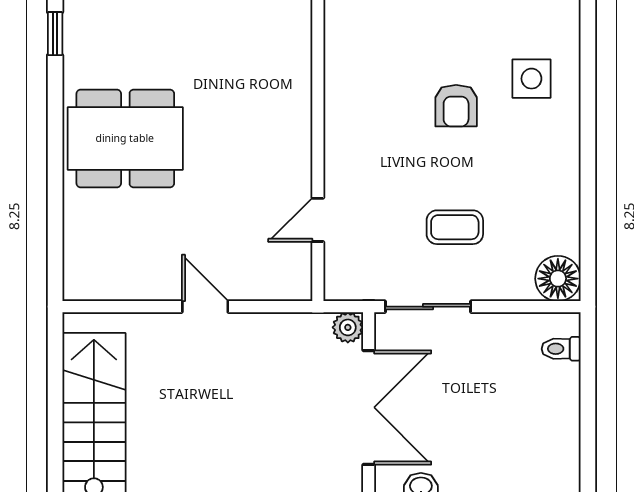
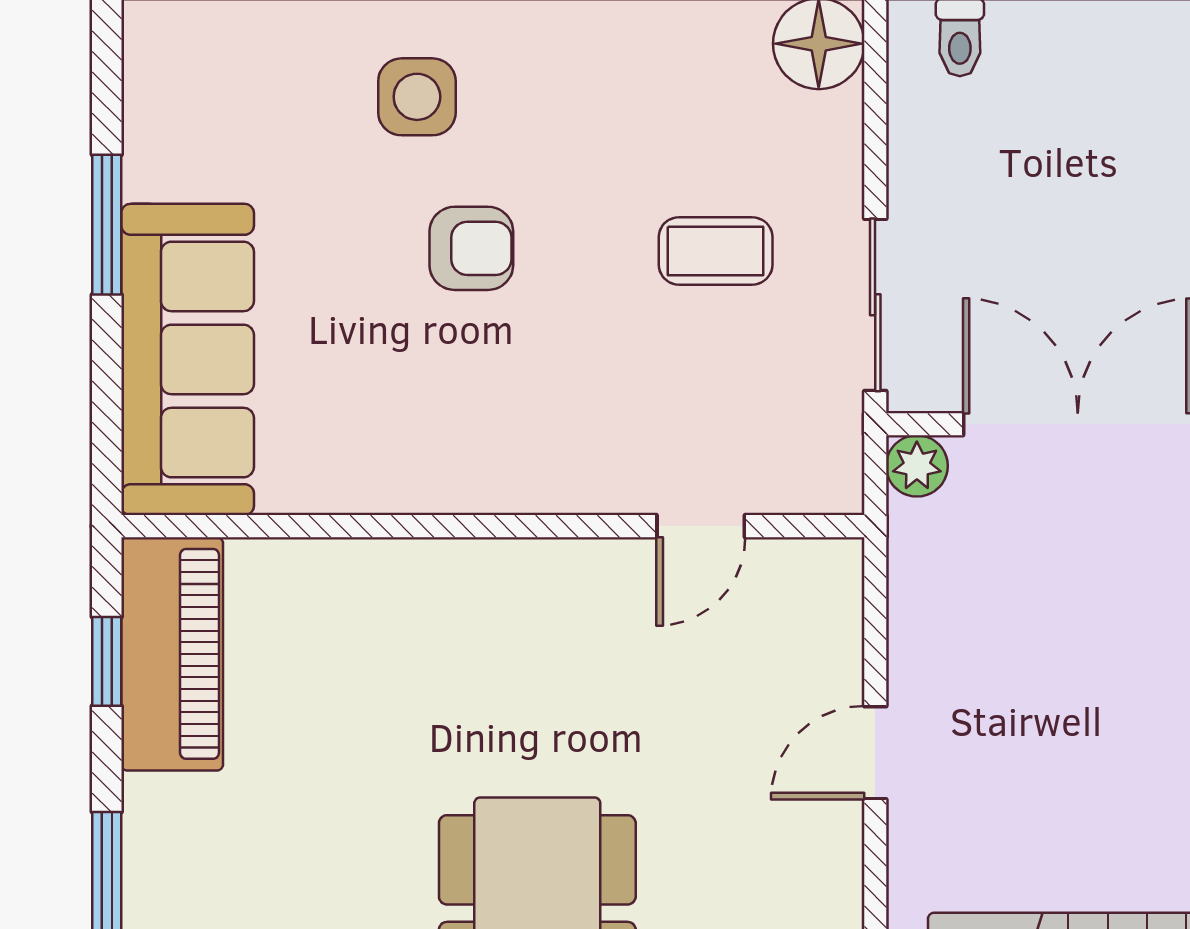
door: (318, 220) -> (701, 526), hinge flipped
coffee table: (455, 227) -> (716, 251), turned 90

